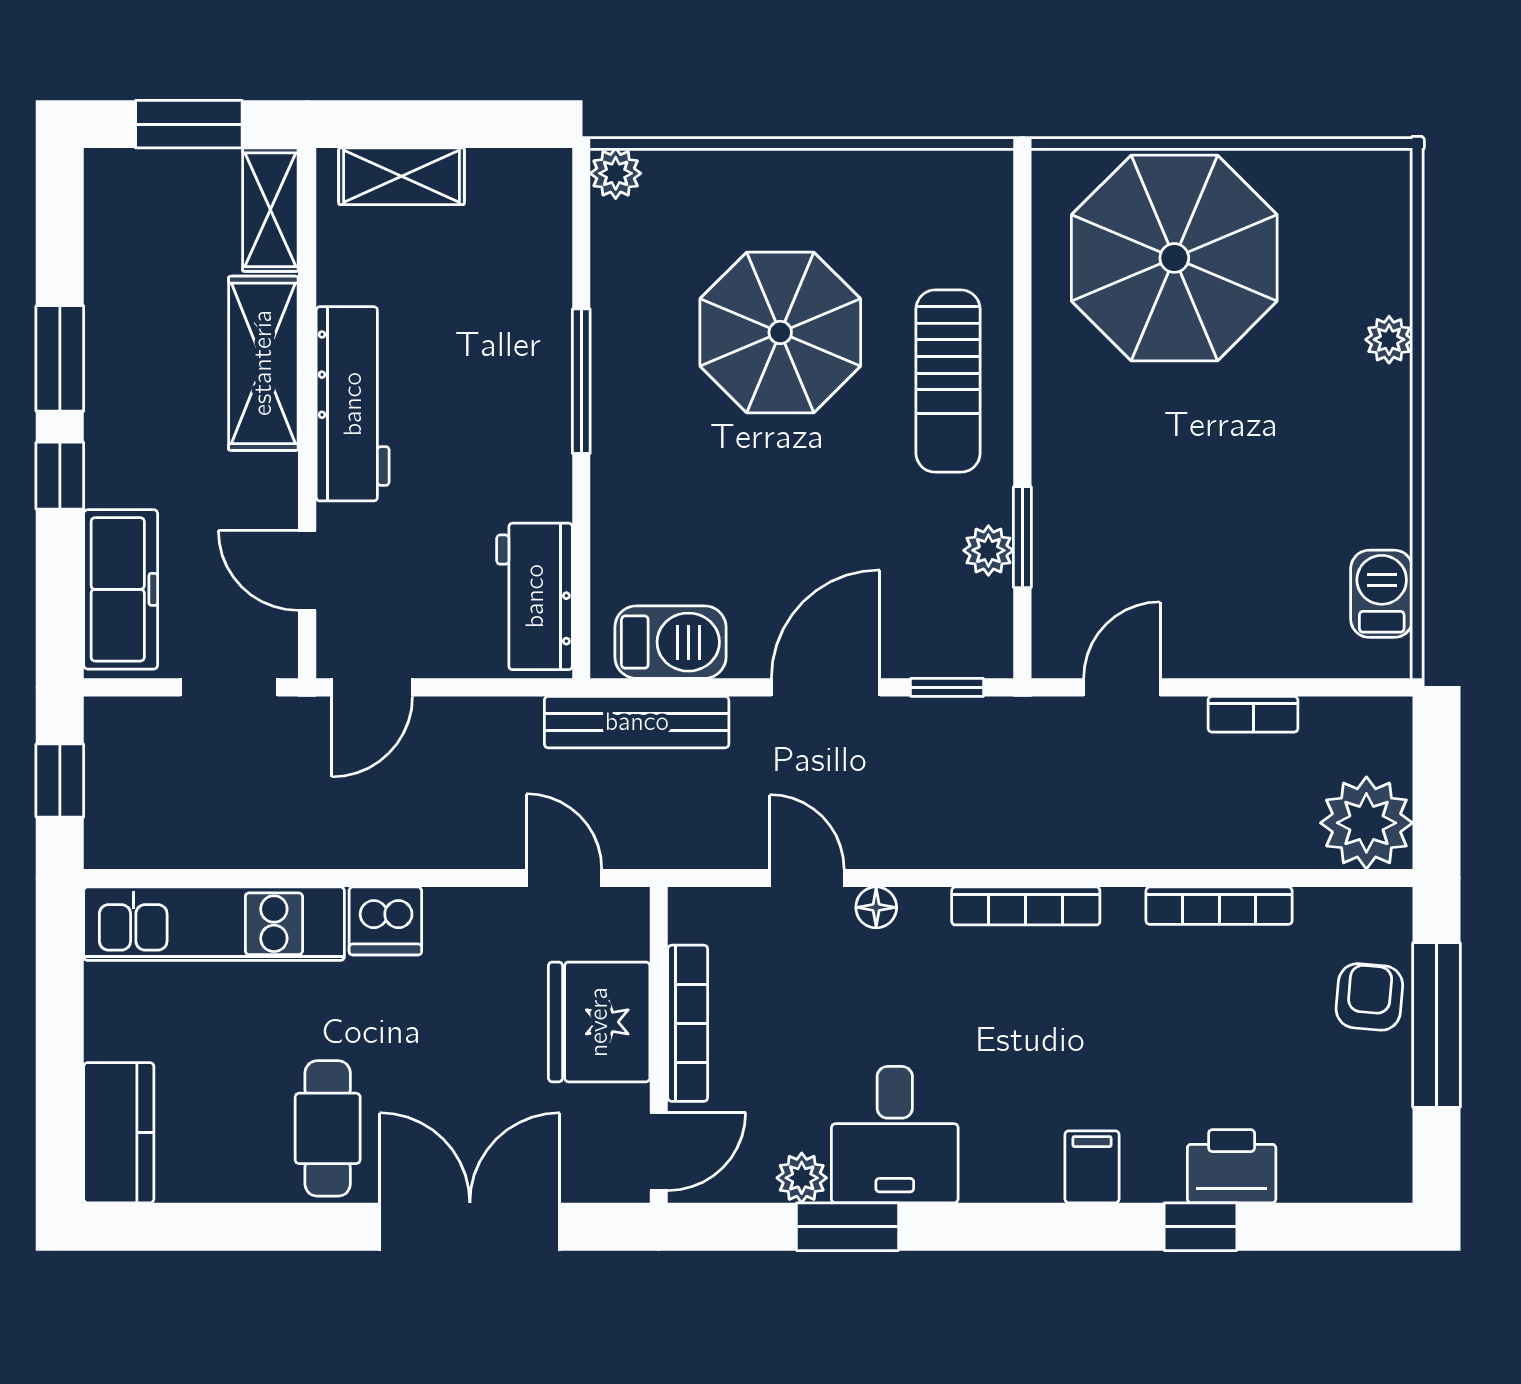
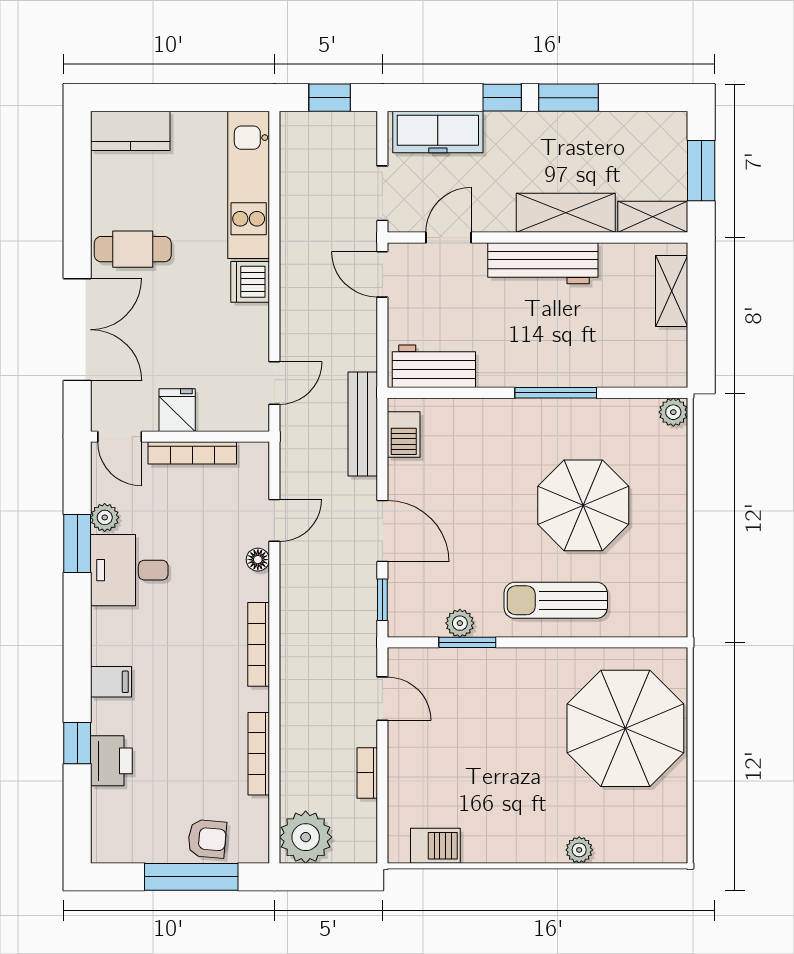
barbecue: (670, 642) -> (404, 435), width x0.73, depth x0.79
fridge: (599, 1022) -> (177, 410), width x0.53, depth x0.75

